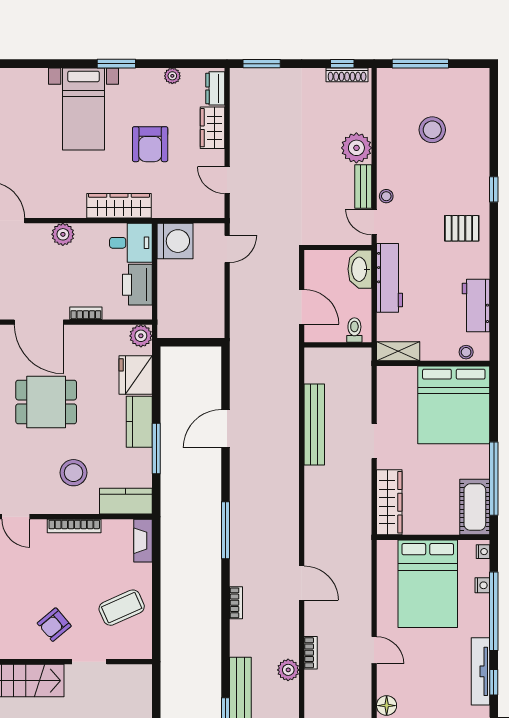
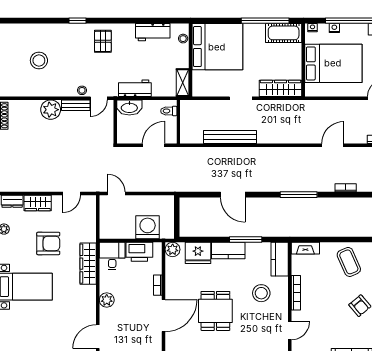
washing machine: (175, 241) -> (148, 227), moved
workbench: (390, 278) -> (135, 88), width x0.73

